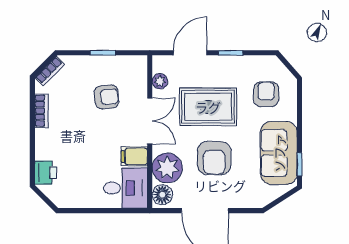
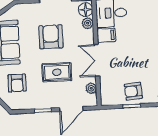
armchair: (107, 97) -> (133, 91), moved
rug: (208, 107) -> (57, 72), width x0.73, depth x0.70
plant: (167, 168) -> (88, 23), width x0.53, depth x0.53

